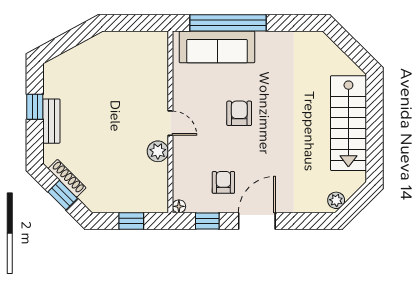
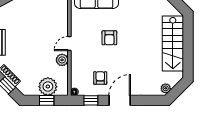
armchair: (239, 113) -> (109, 38), turned 180
door: (170, 123) -> (69, 44), swing flipped
plant: (133, 197) -> (48, 87), added

